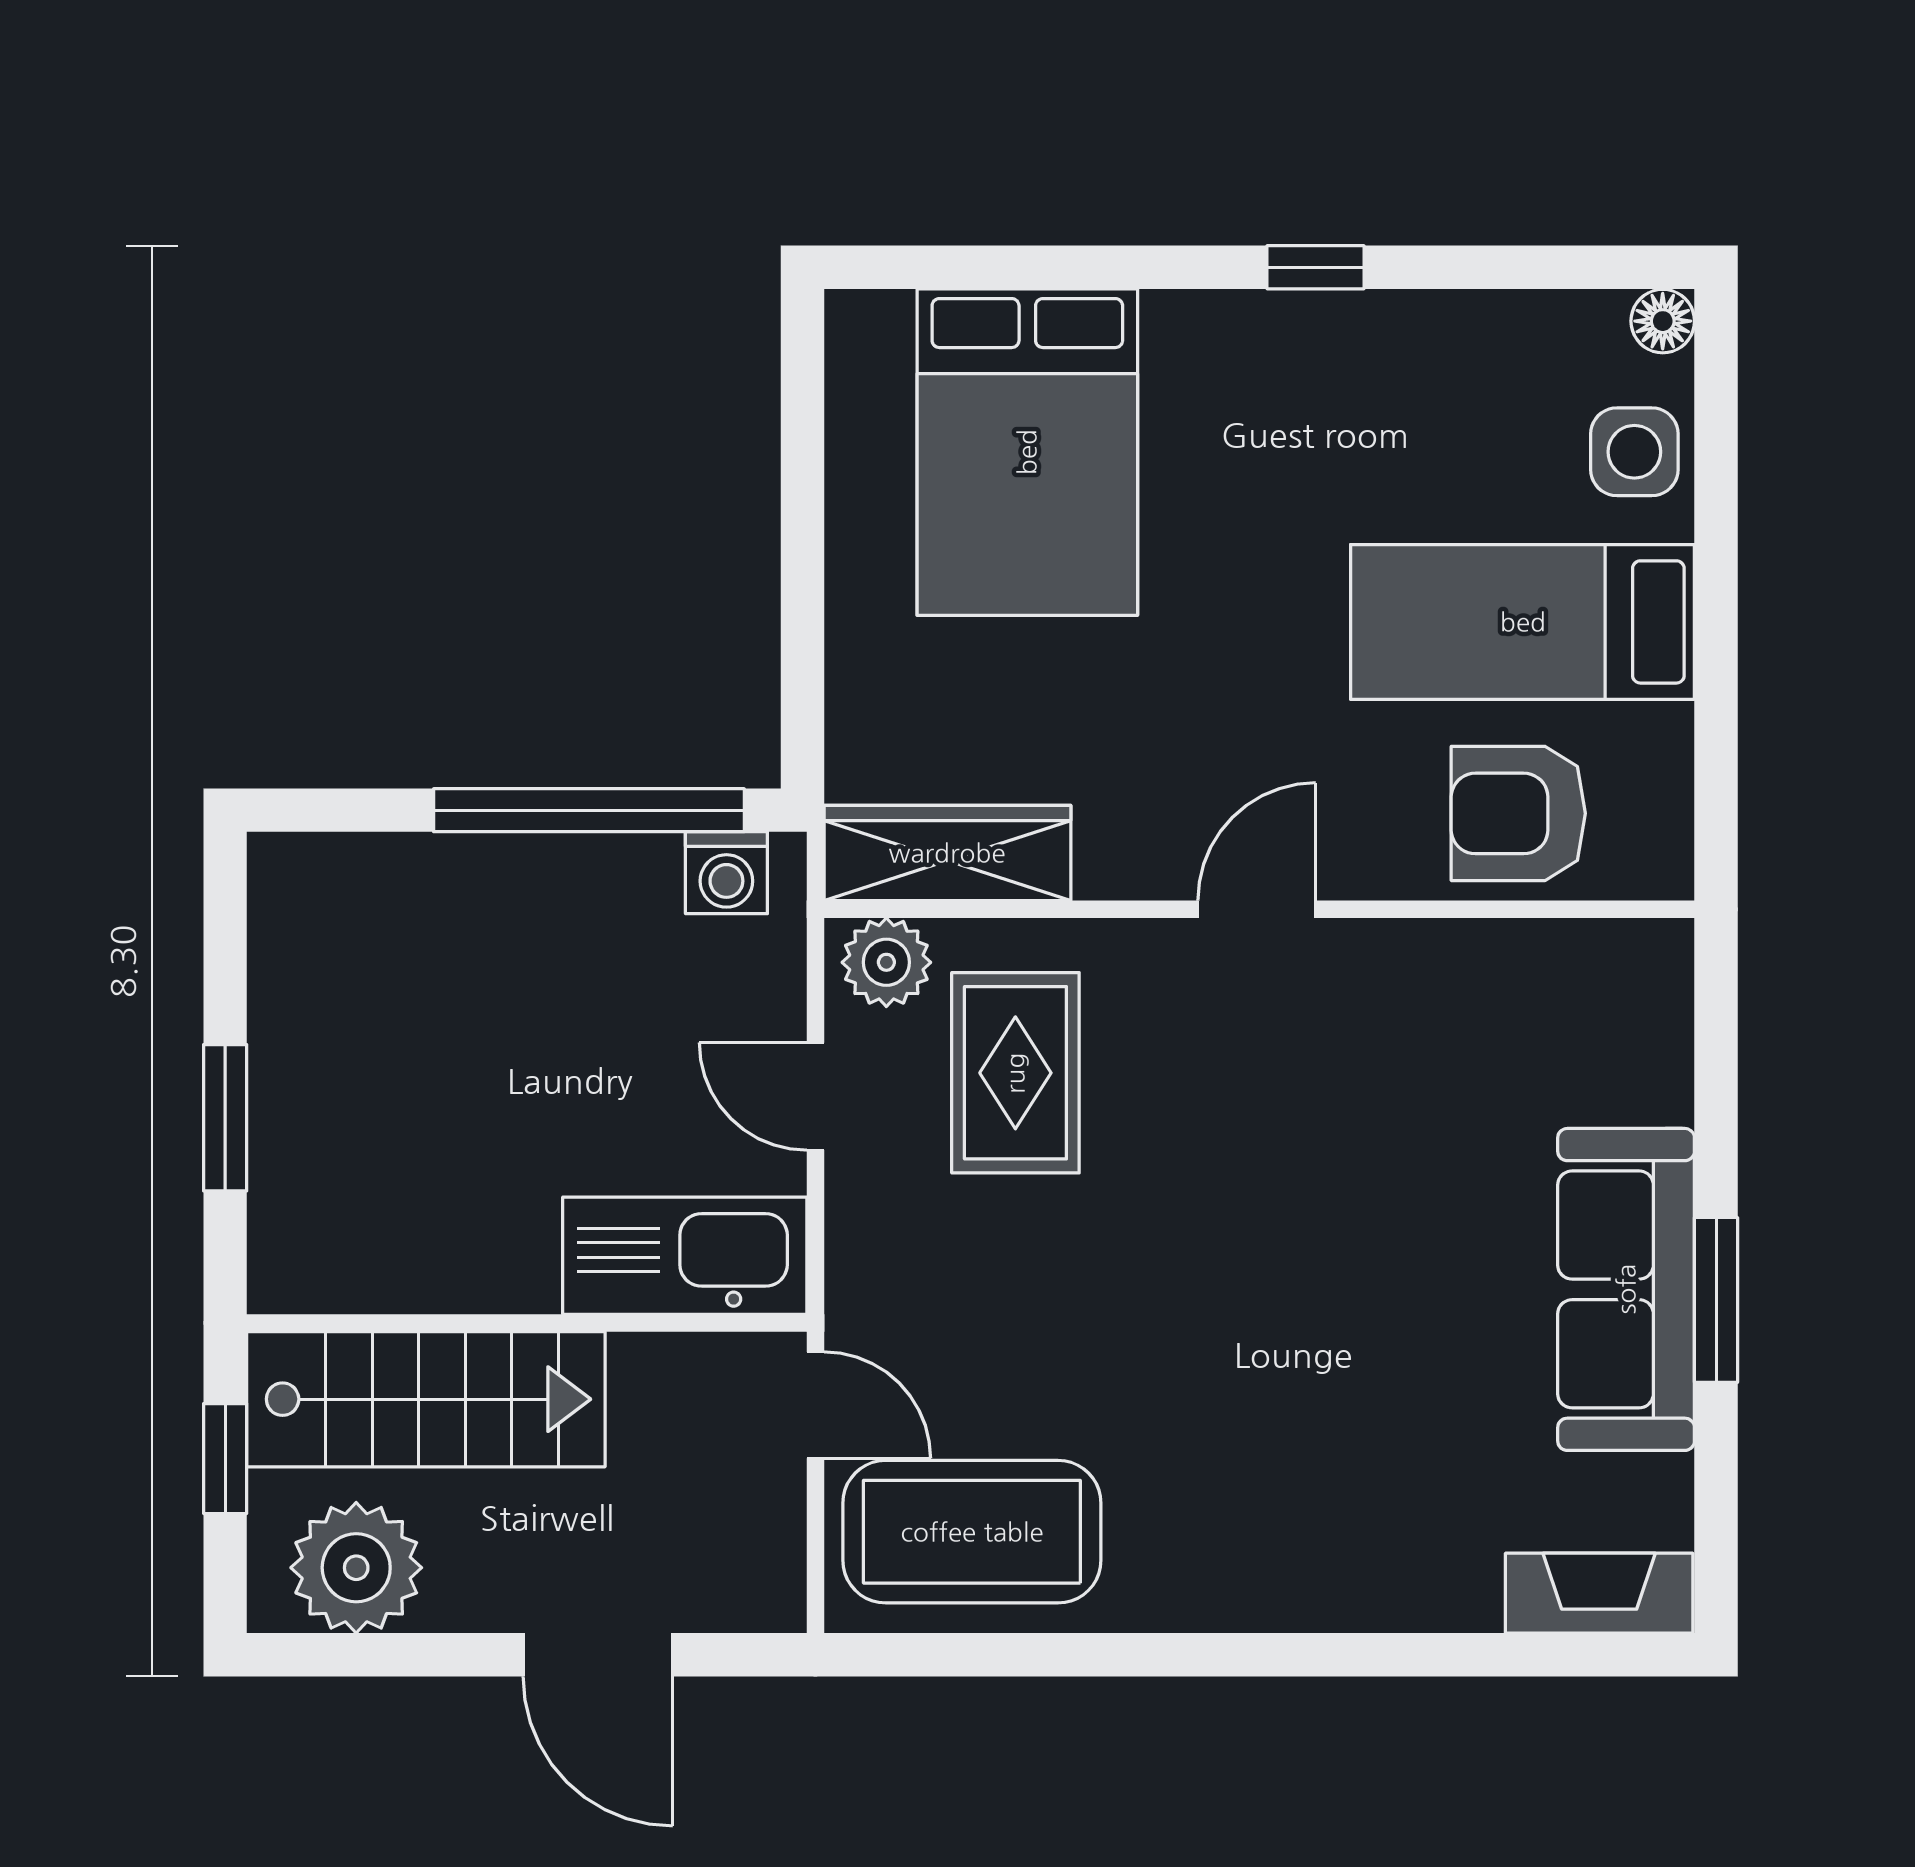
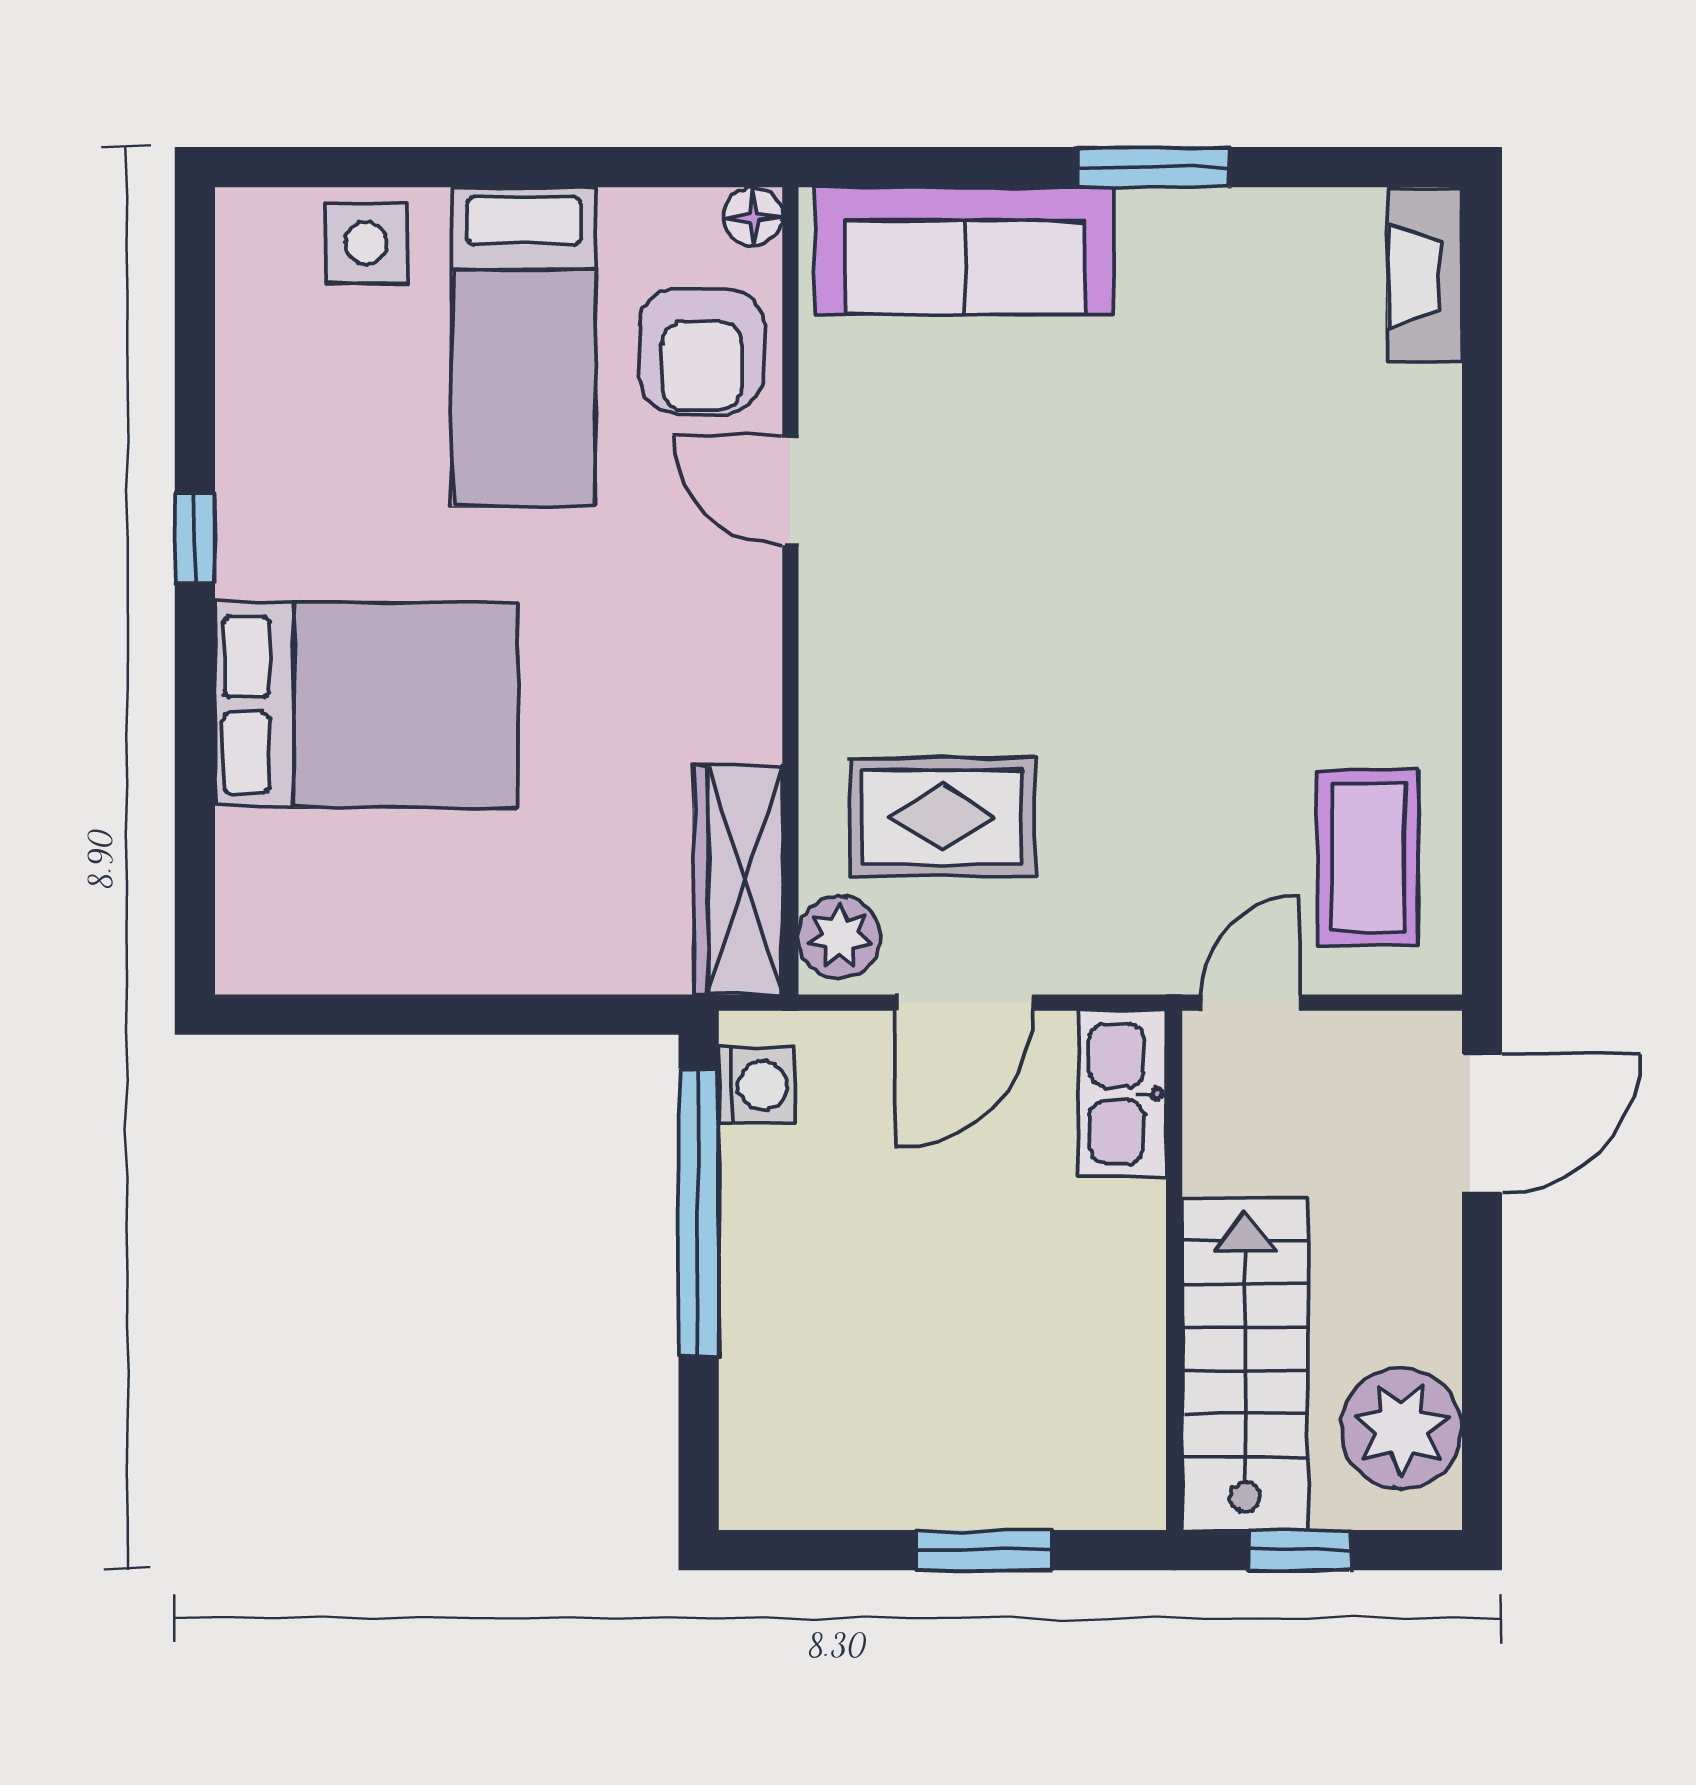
floor lamp: (1663, 321) -> (753, 217), moved
bed: (1027, 452) -> (366, 705), moved
door: (1257, 909) -> (790, 491), moved
door: (815, 1096) -> (964, 1003), width x1.38
kitchen sink: (685, 1256) -> (1122, 1094), width x0.73, depth x0.81
sofa: (1626, 1289) -> (965, 251), moved
coffee table: (972, 1532) -> (1368, 857), width x0.73, depth x0.76
door: (598, 1655) -> (1482, 1123), moved

